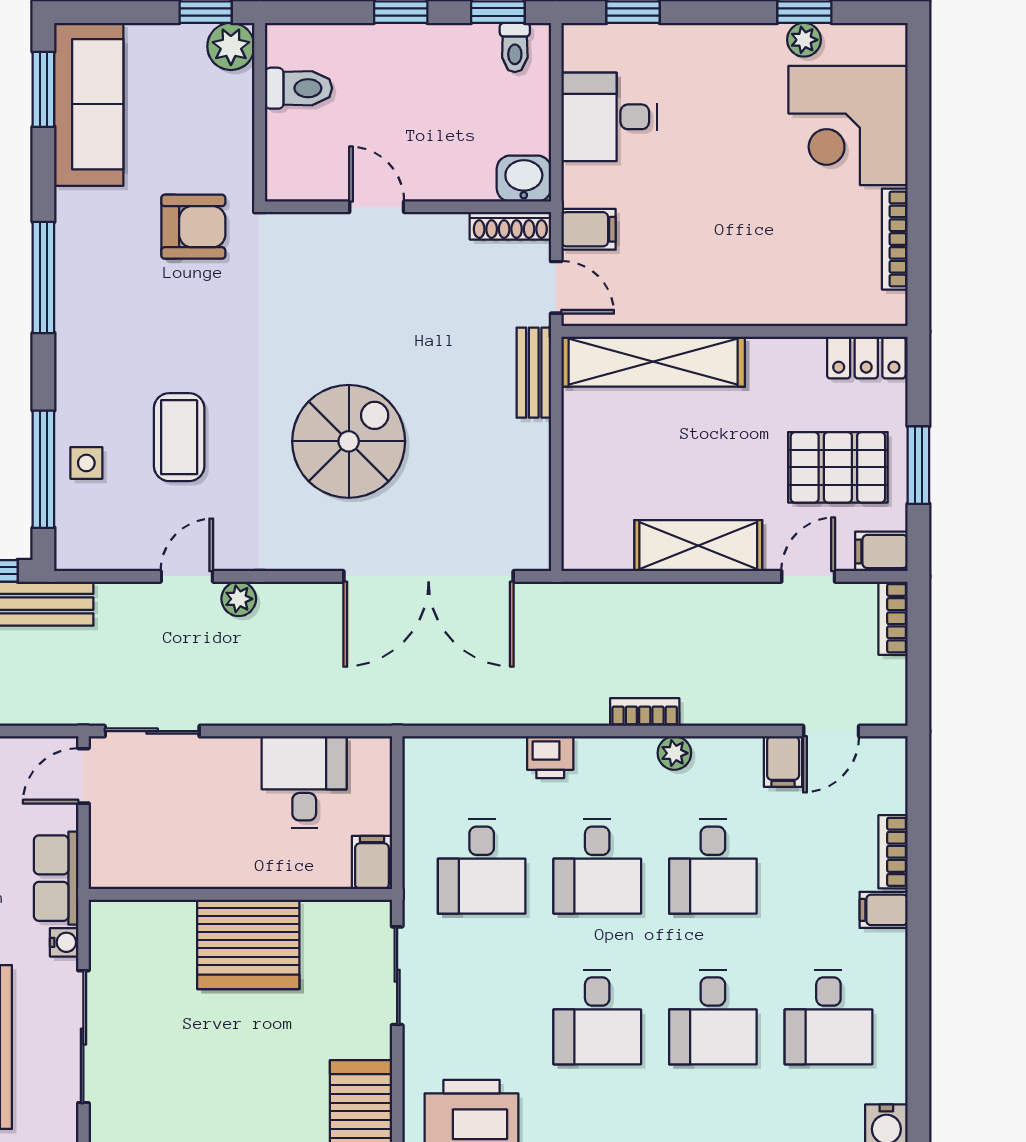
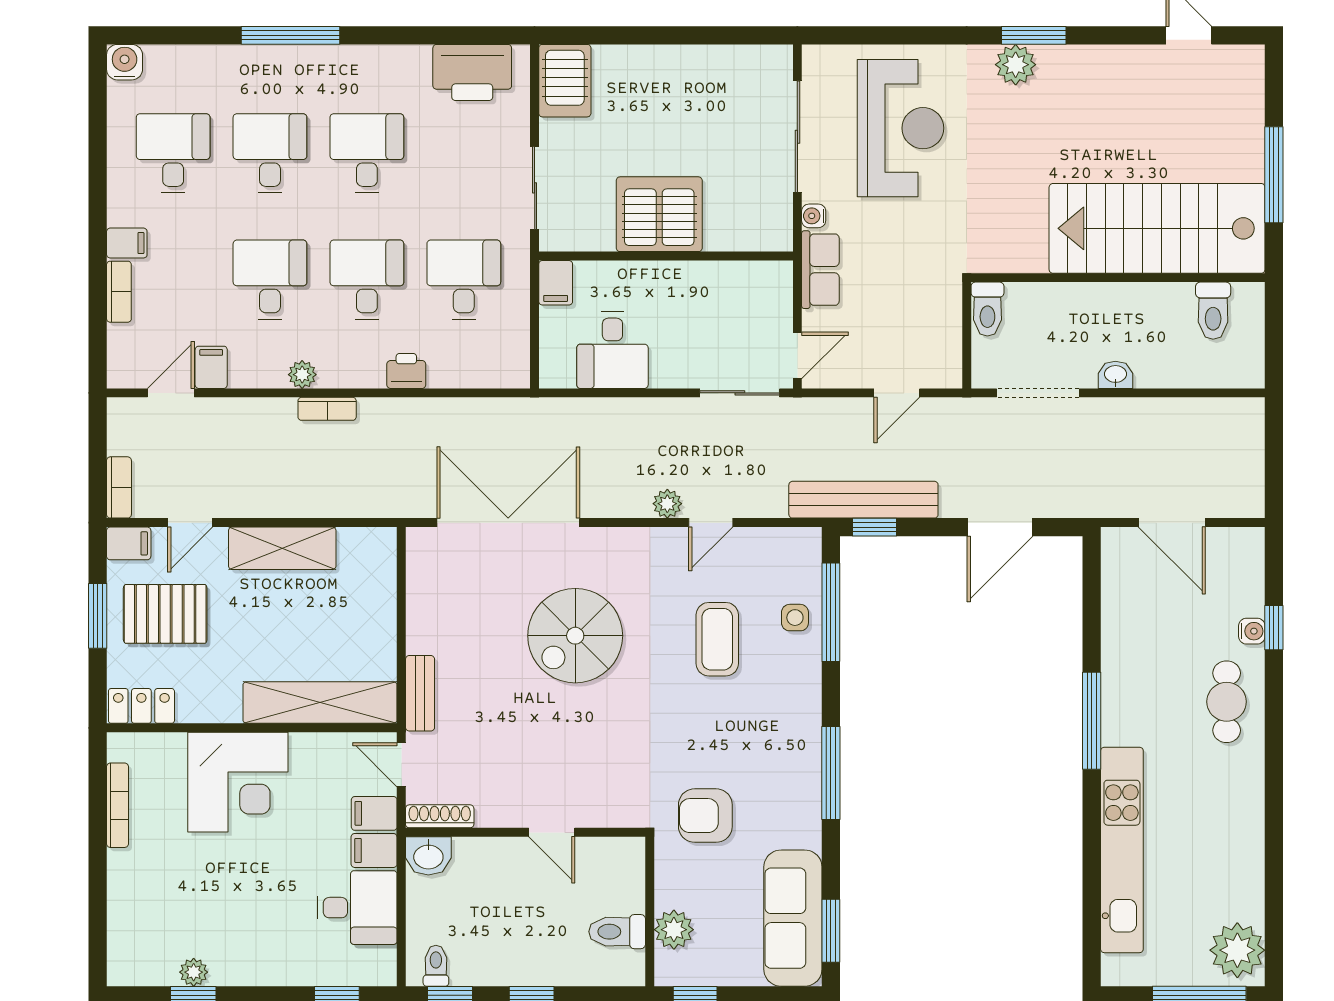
plant: (231, 46) -> (674, 930), moved
corner desk: (848, 125) -> (238, 782), moved, turned 90
filing cabinet: (589, 185) -> (374, 850), added

